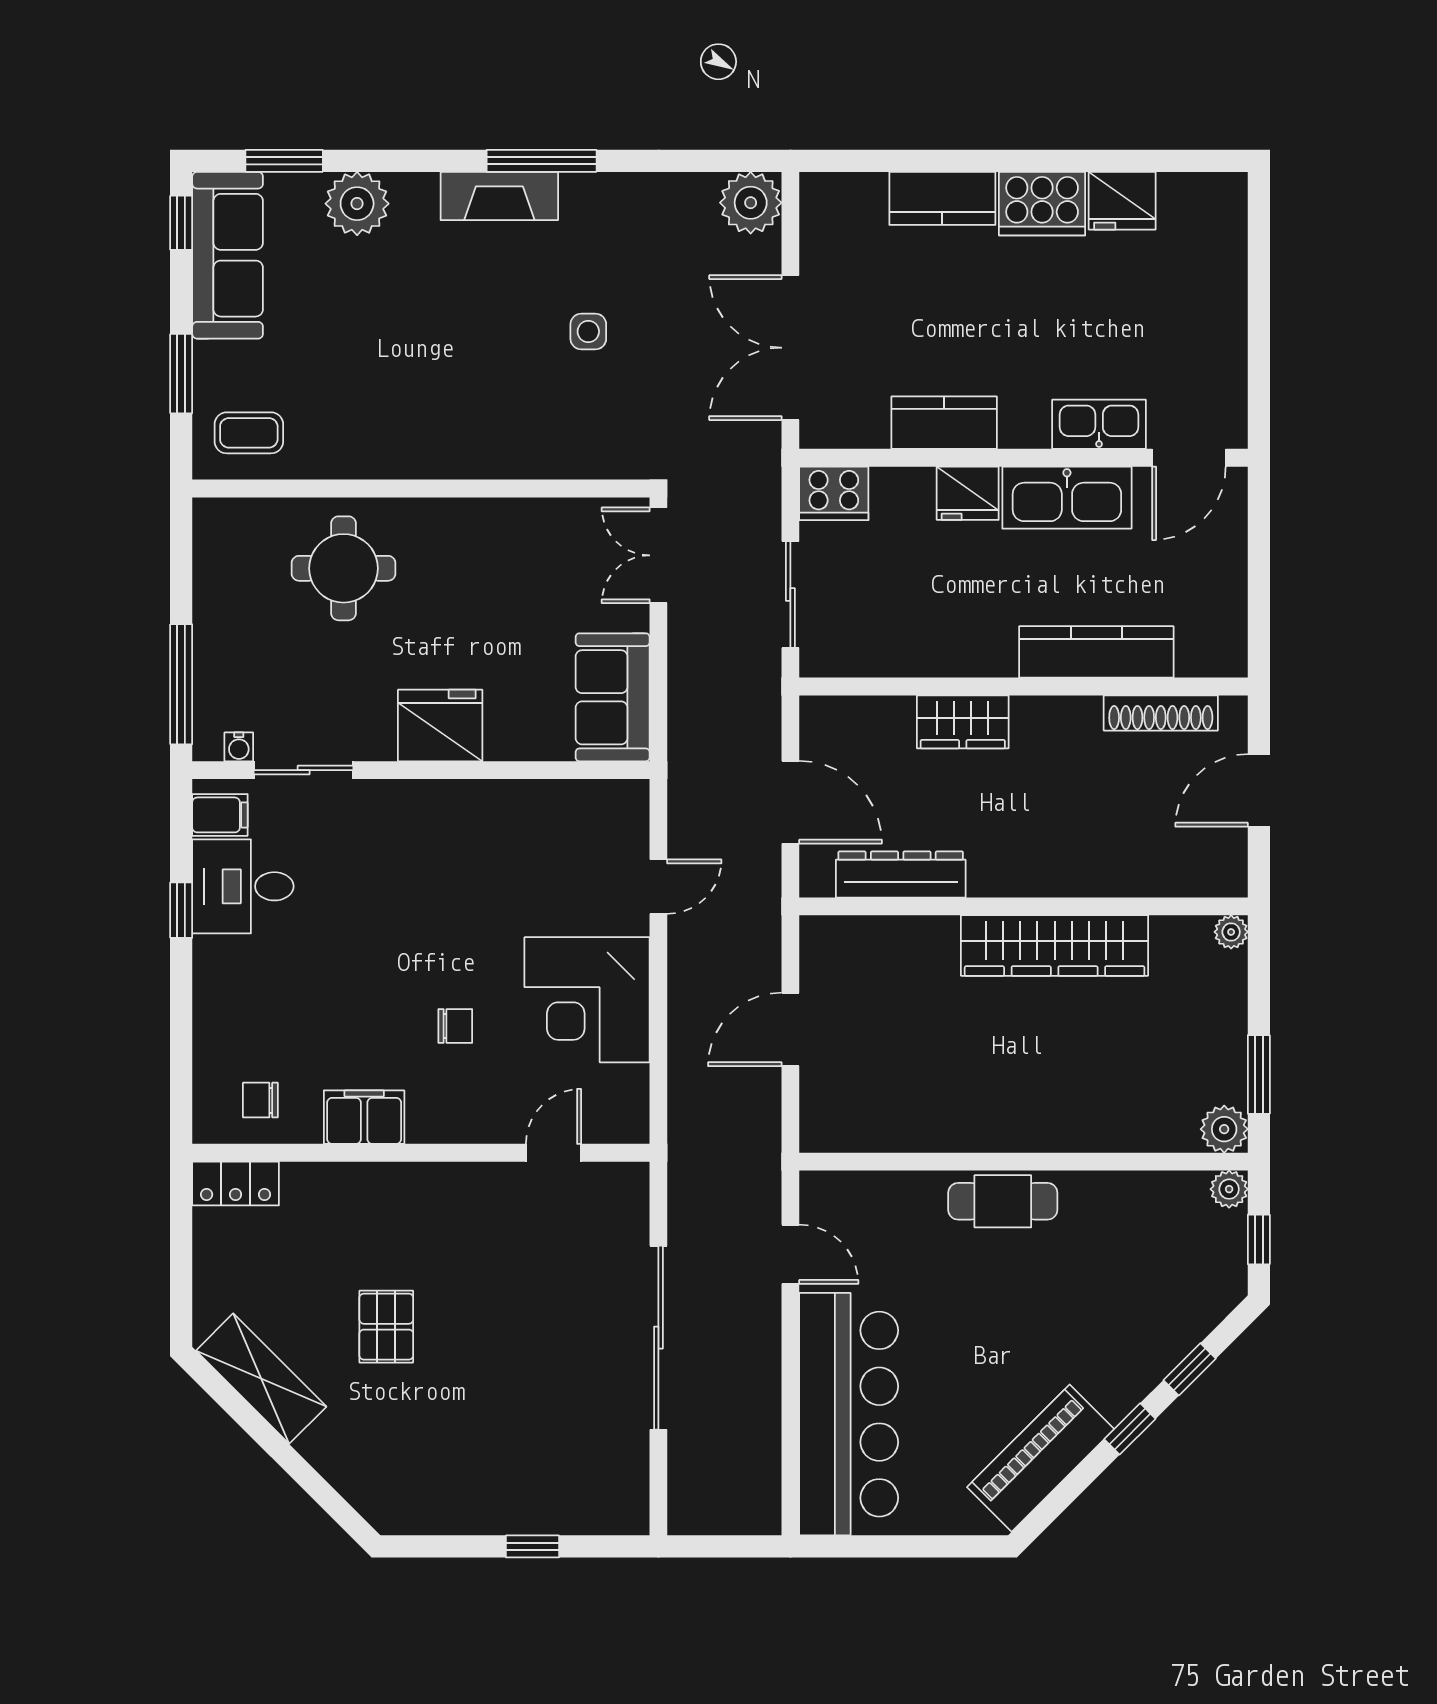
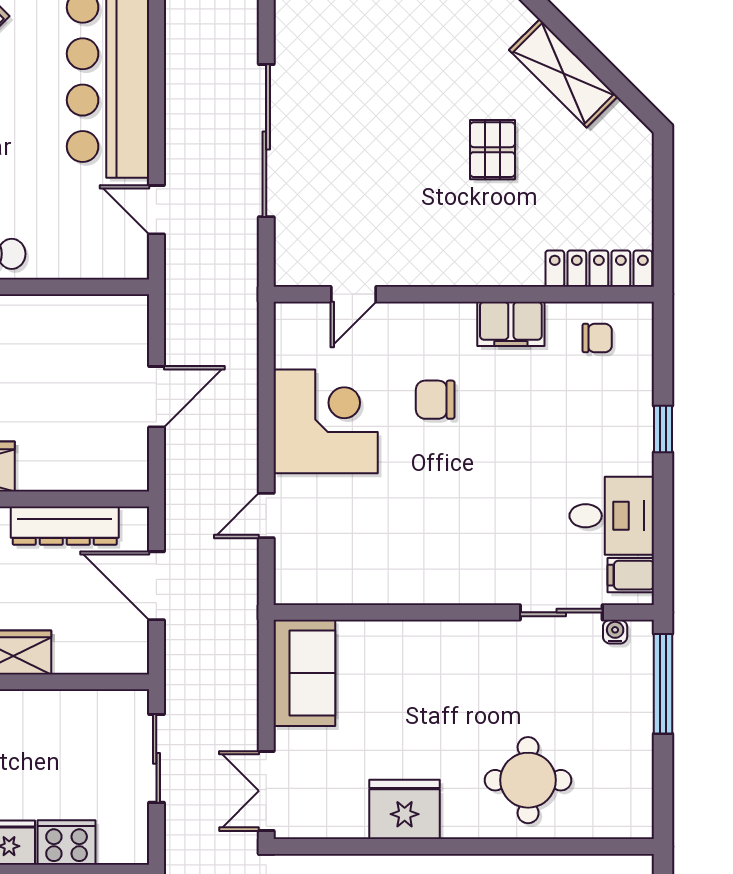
cooker: (834, 493) -> (67, 843), moved
double door: (658, 555) -> (266, 791), swing flipped
fridge: (440, 725) -> (405, 809), moved, turned 180
window: (181, 910) -> (663, 429), moved
chair: (455, 1026) -> (435, 400), width x1.37, depth x1.37
locker: (236, 1183) -> (599, 269), width x1.53
shelving: (261, 1379) -> (563, 73), moved

